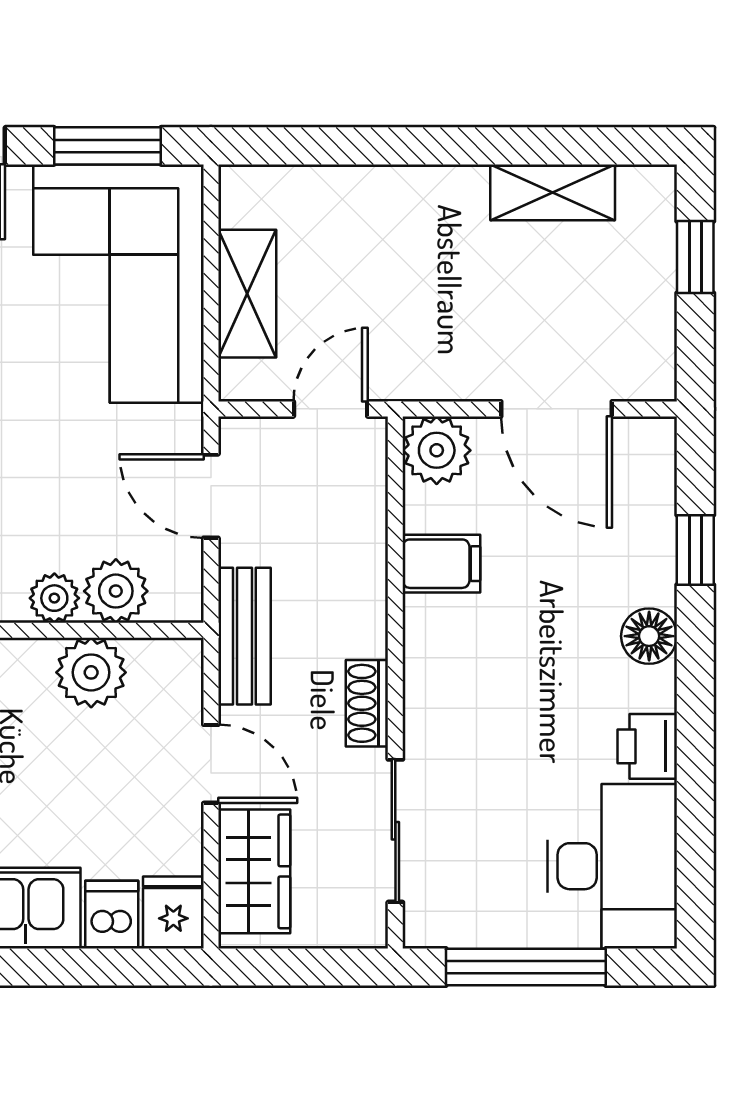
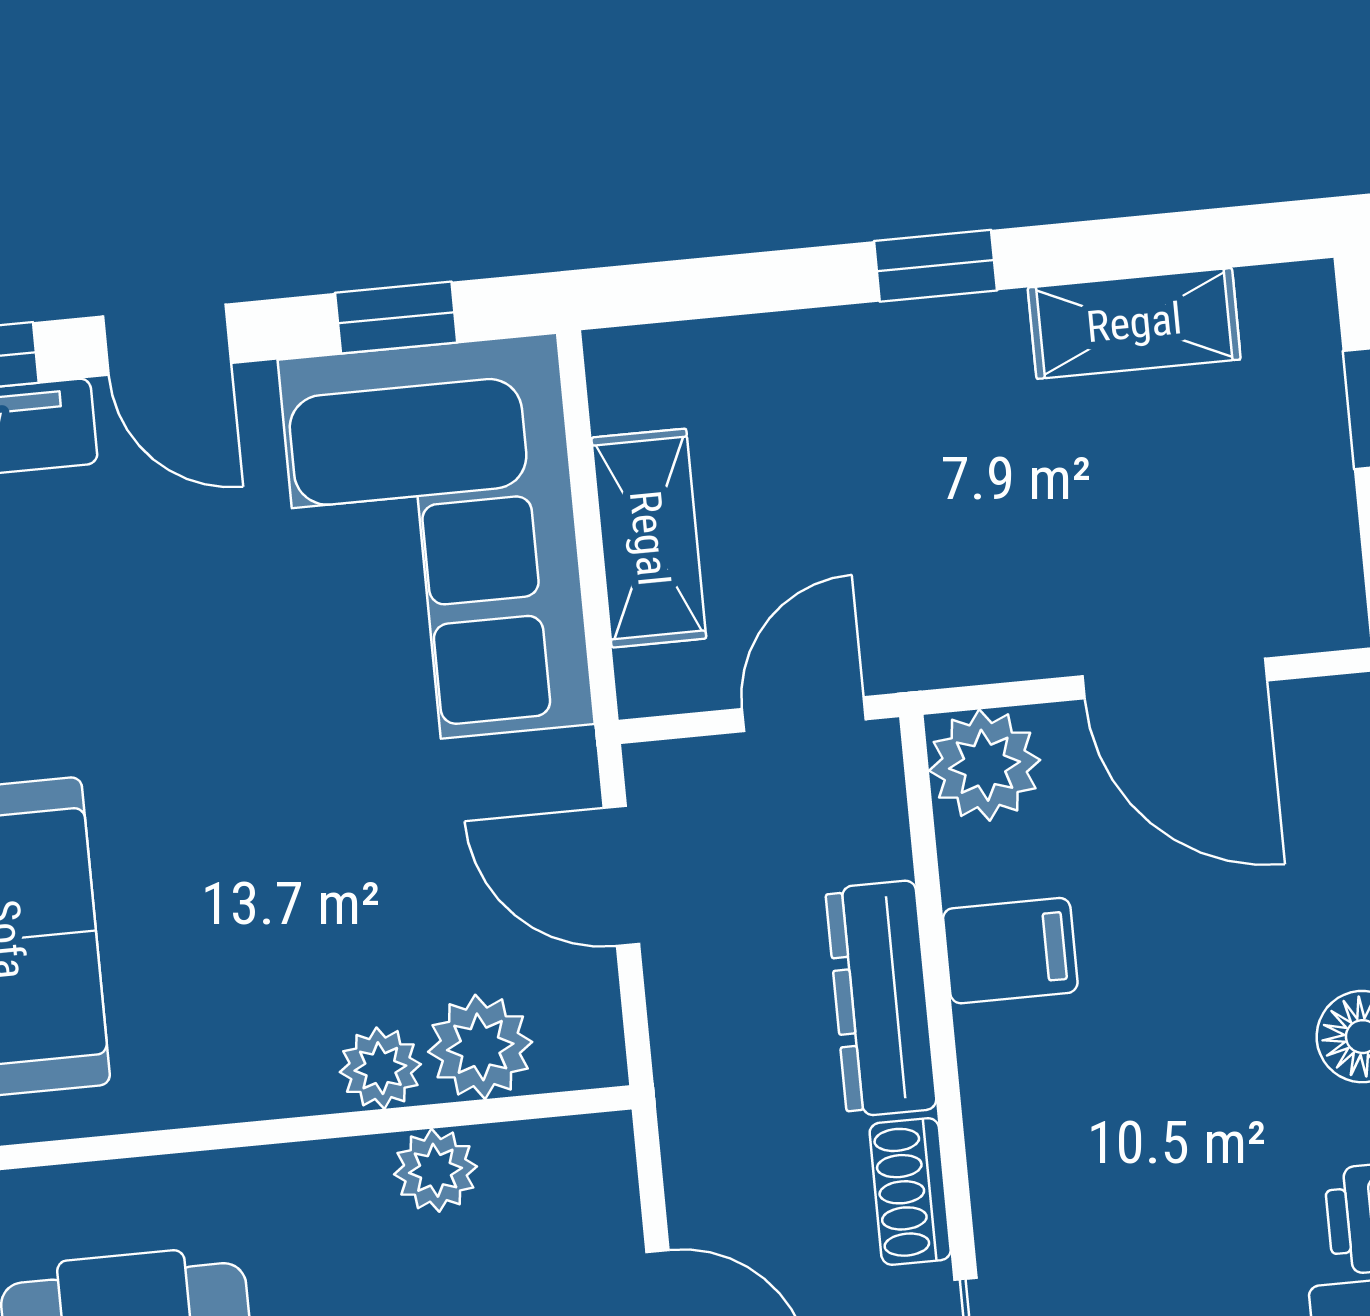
window: (107, 146) -> (396, 318), width x0.67
window: (436, 146) -> (935, 266), added
dresser: (361, 585) -> (881, 999), added
bench: (244, 636) -> (699, 1101), removed
plant: (91, 672) -> (435, 1170), width x0.73, depth x0.73

